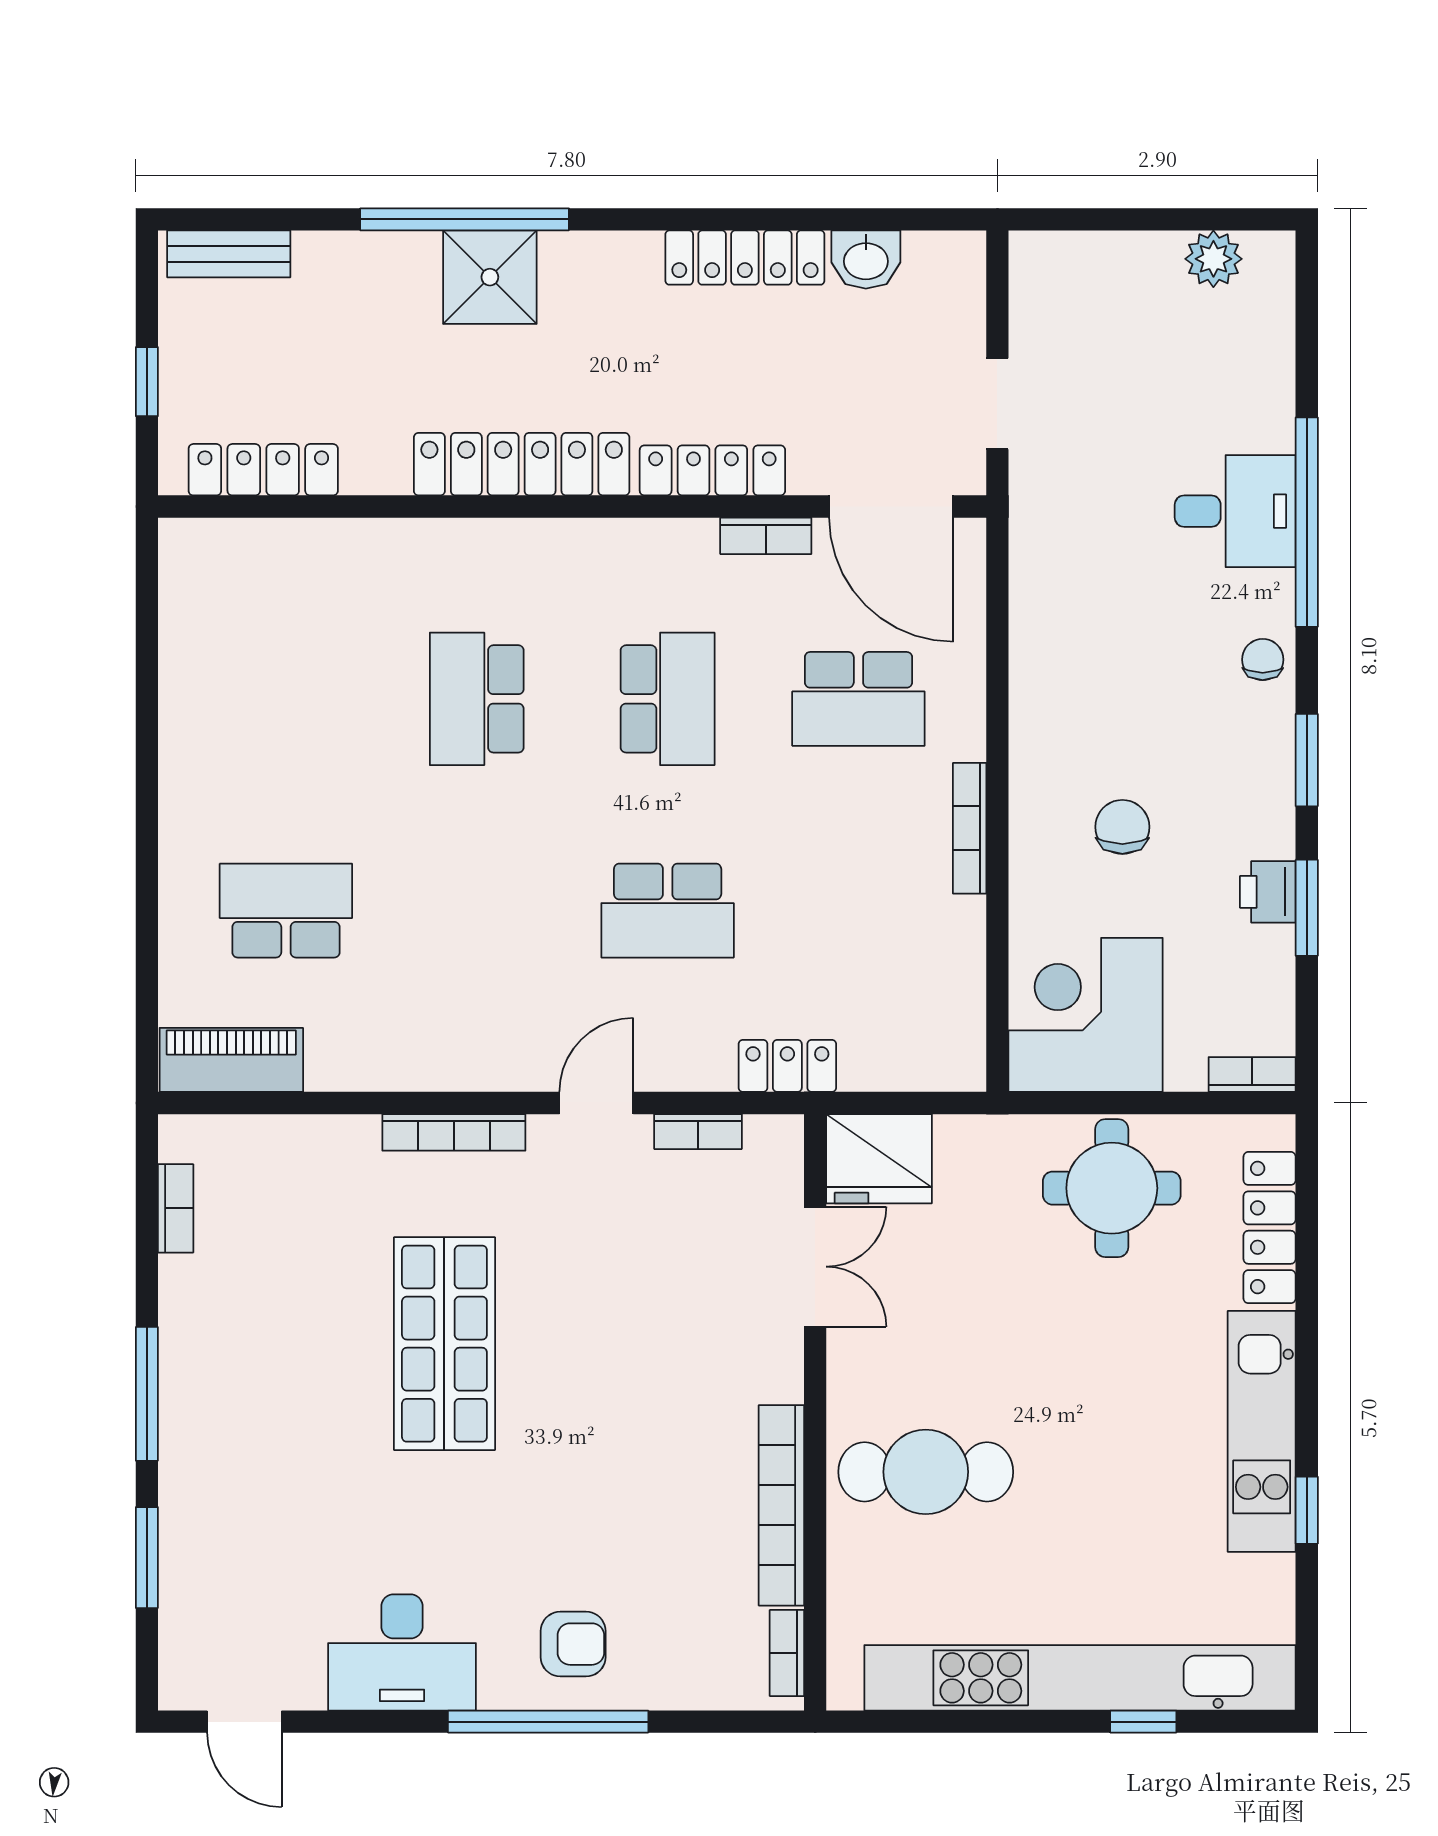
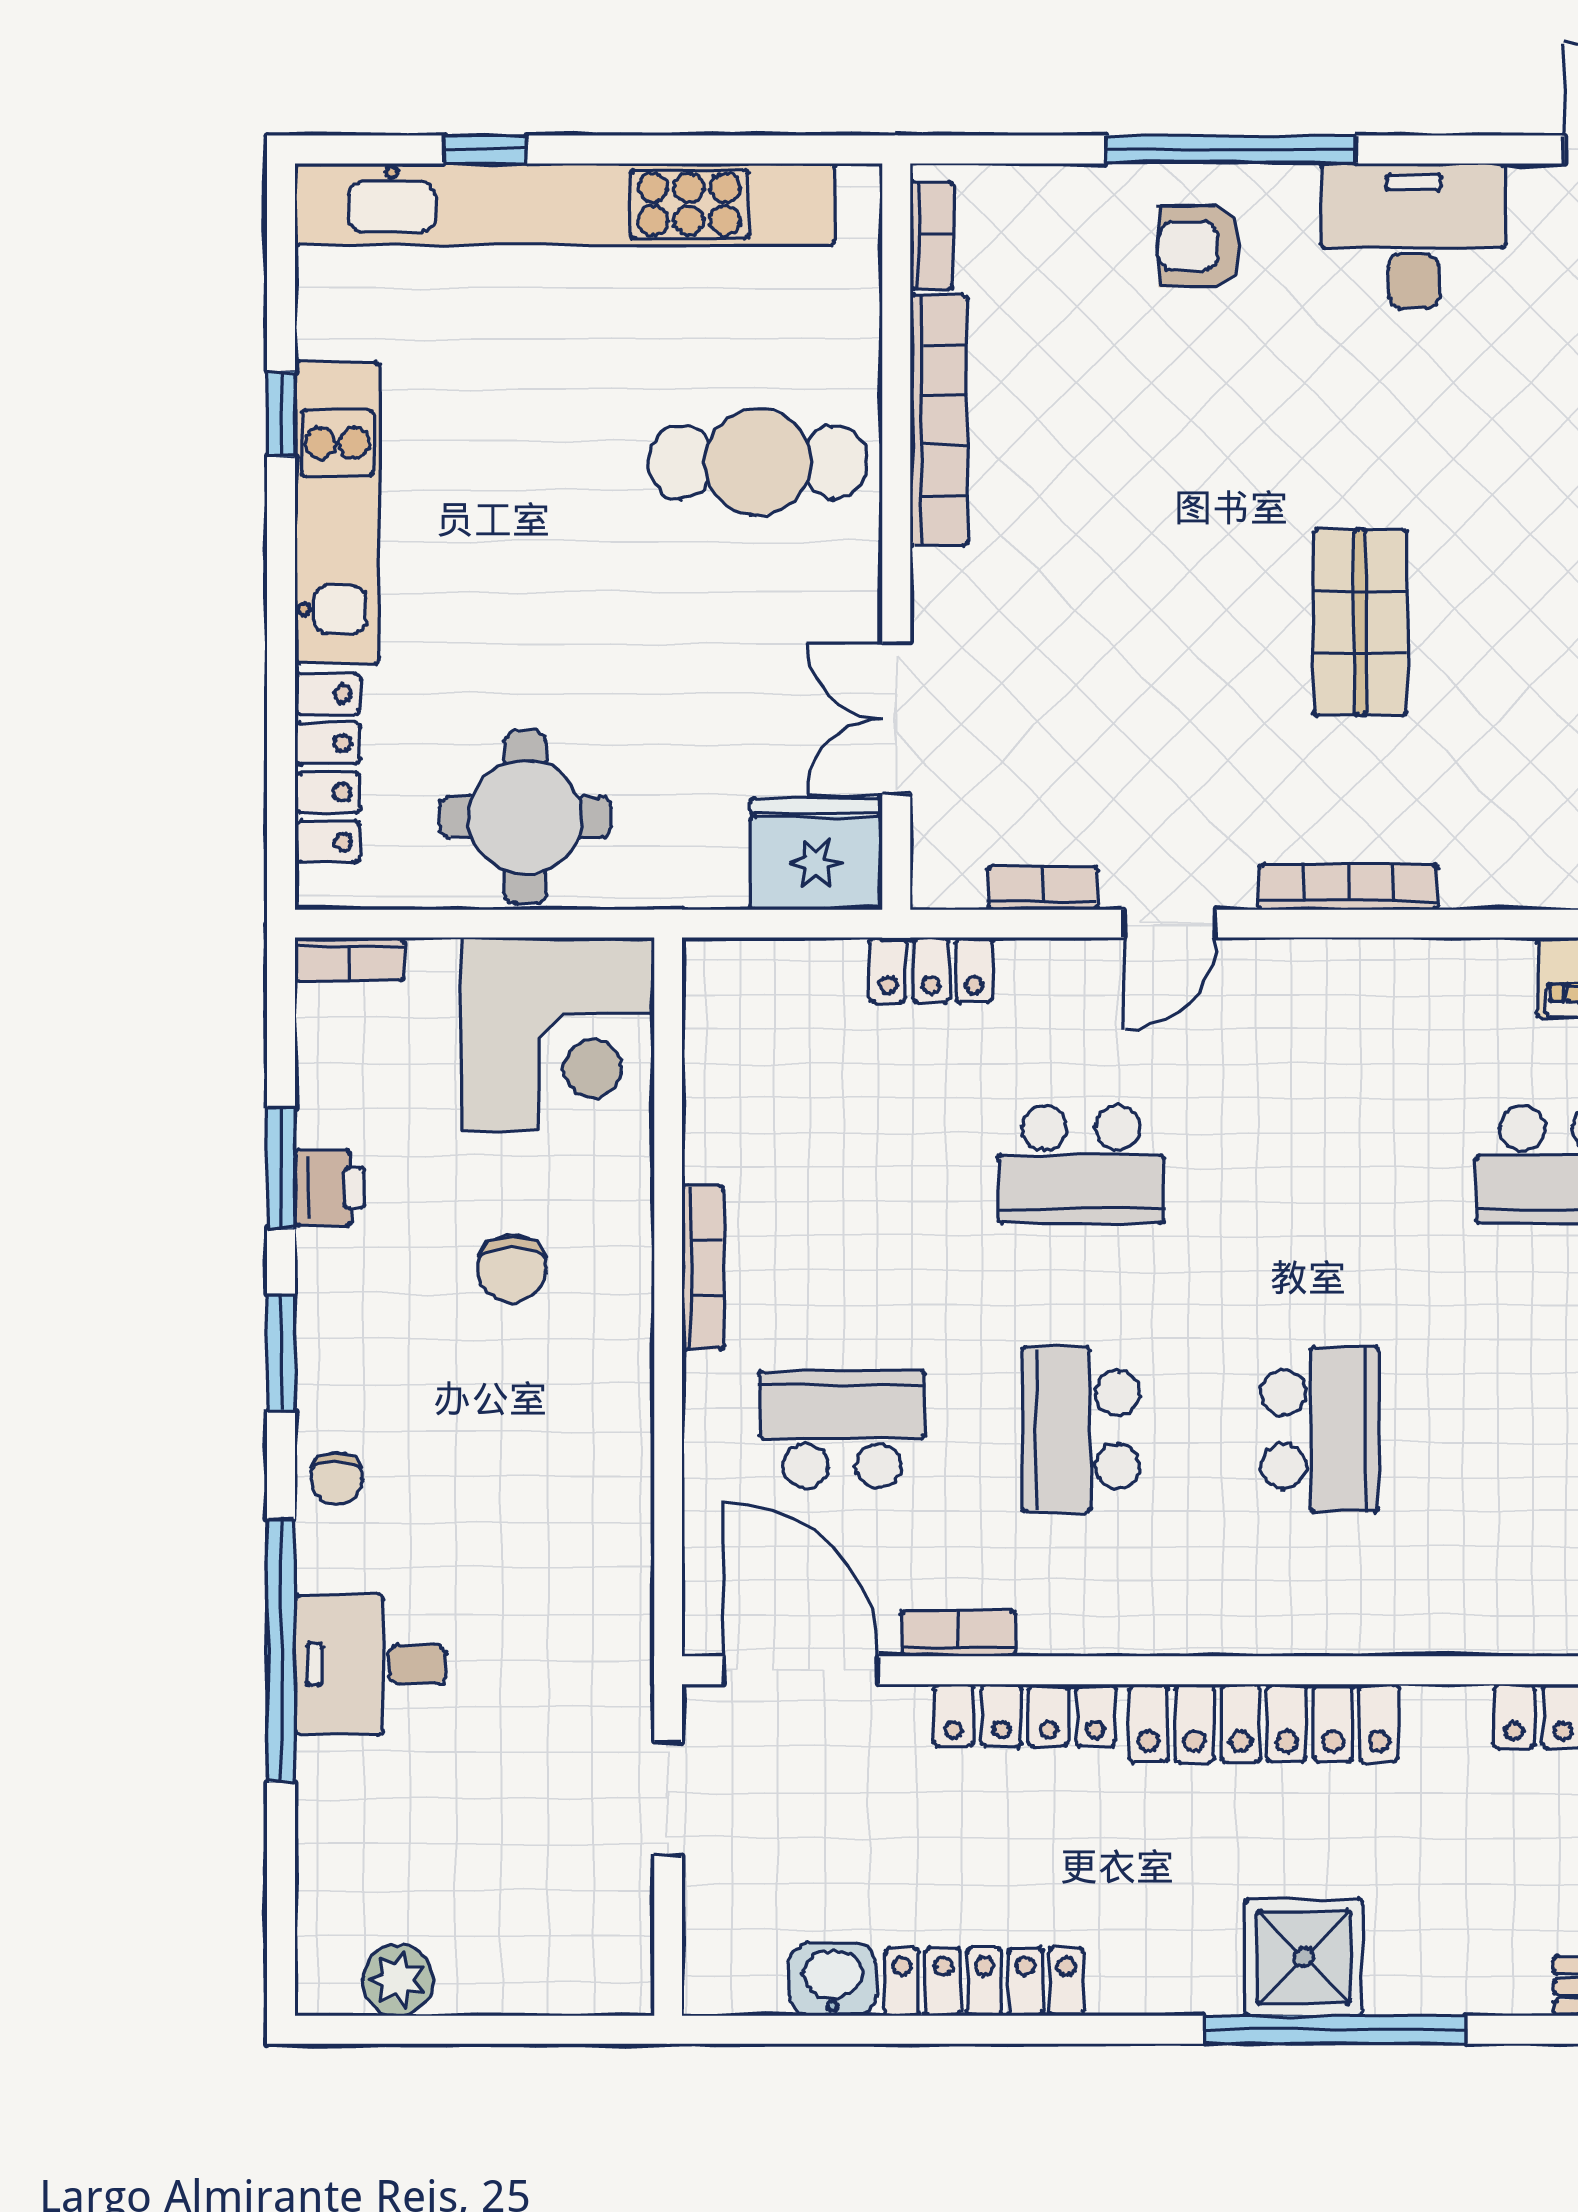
school desk: (668, 911) -> (1081, 1164), turned 180
shop shelf: (444, 1344) -> (1360, 622), width x0.70, depth x0.74

